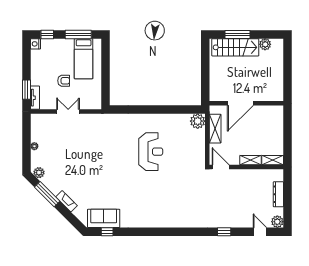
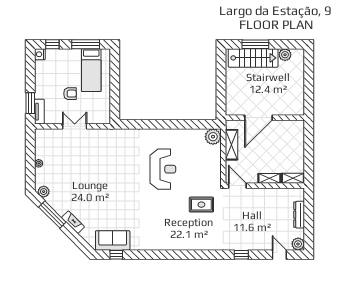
rug: (187, 185) -> (201, 205), added

